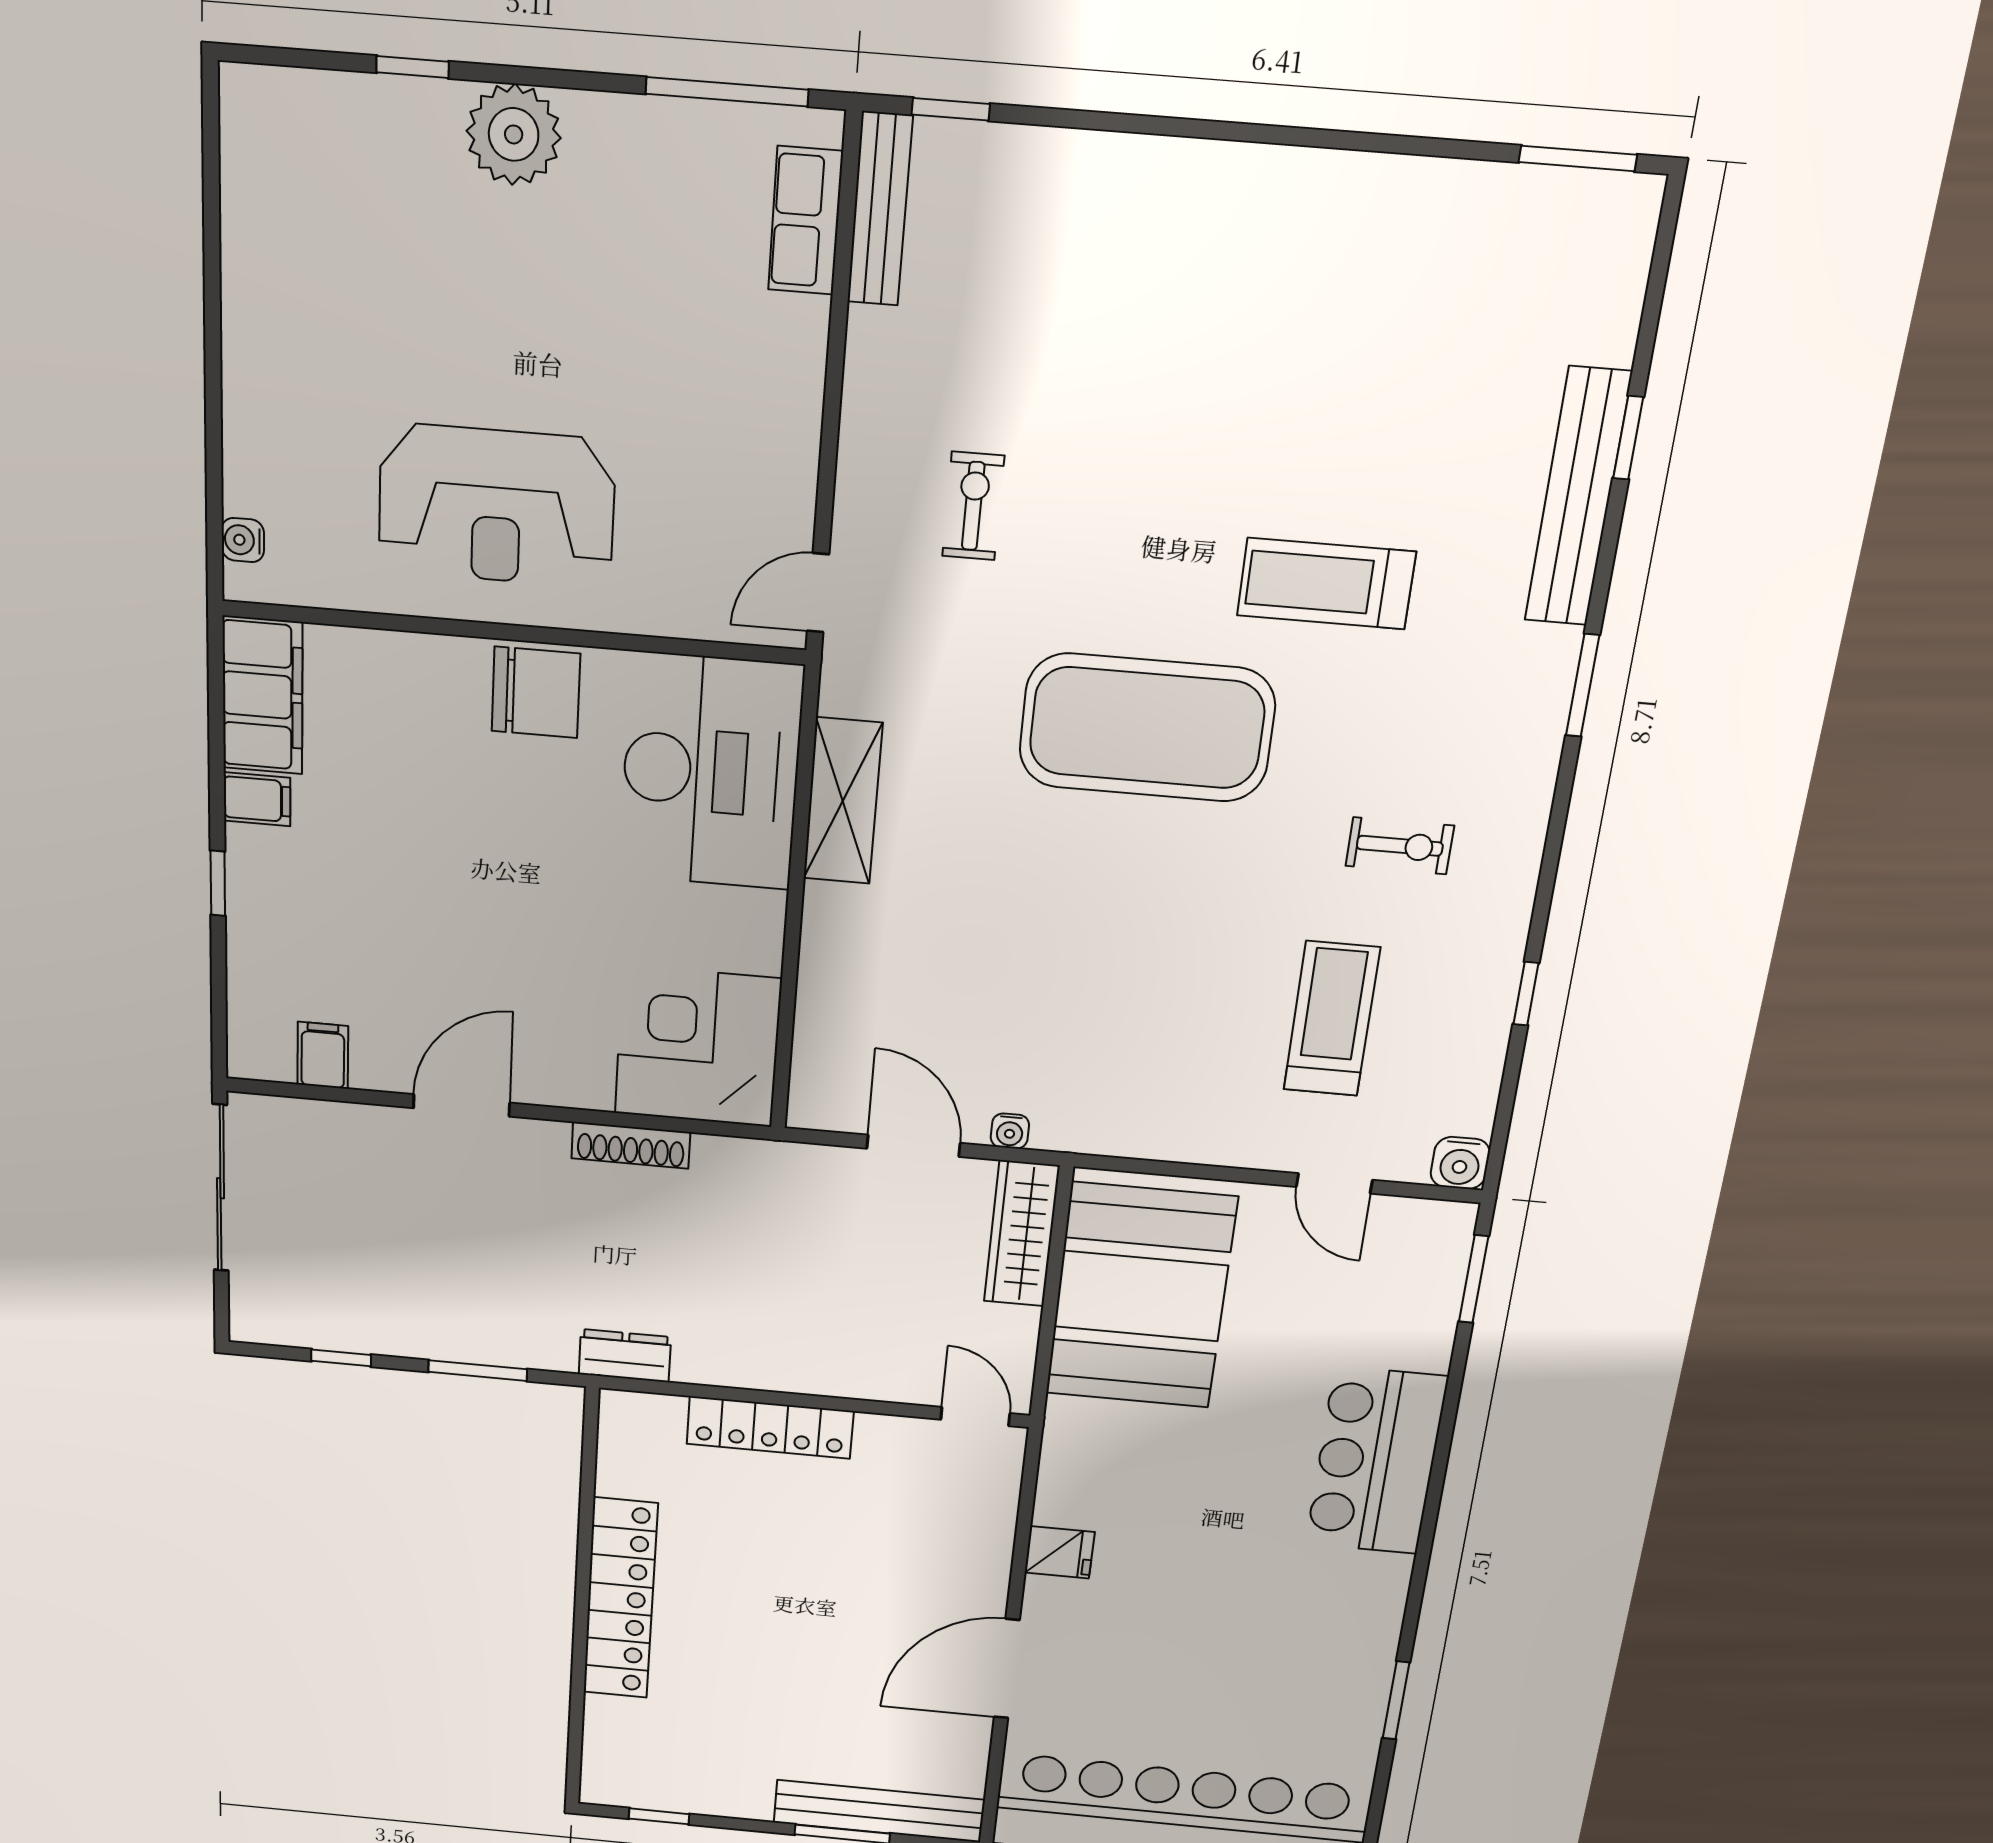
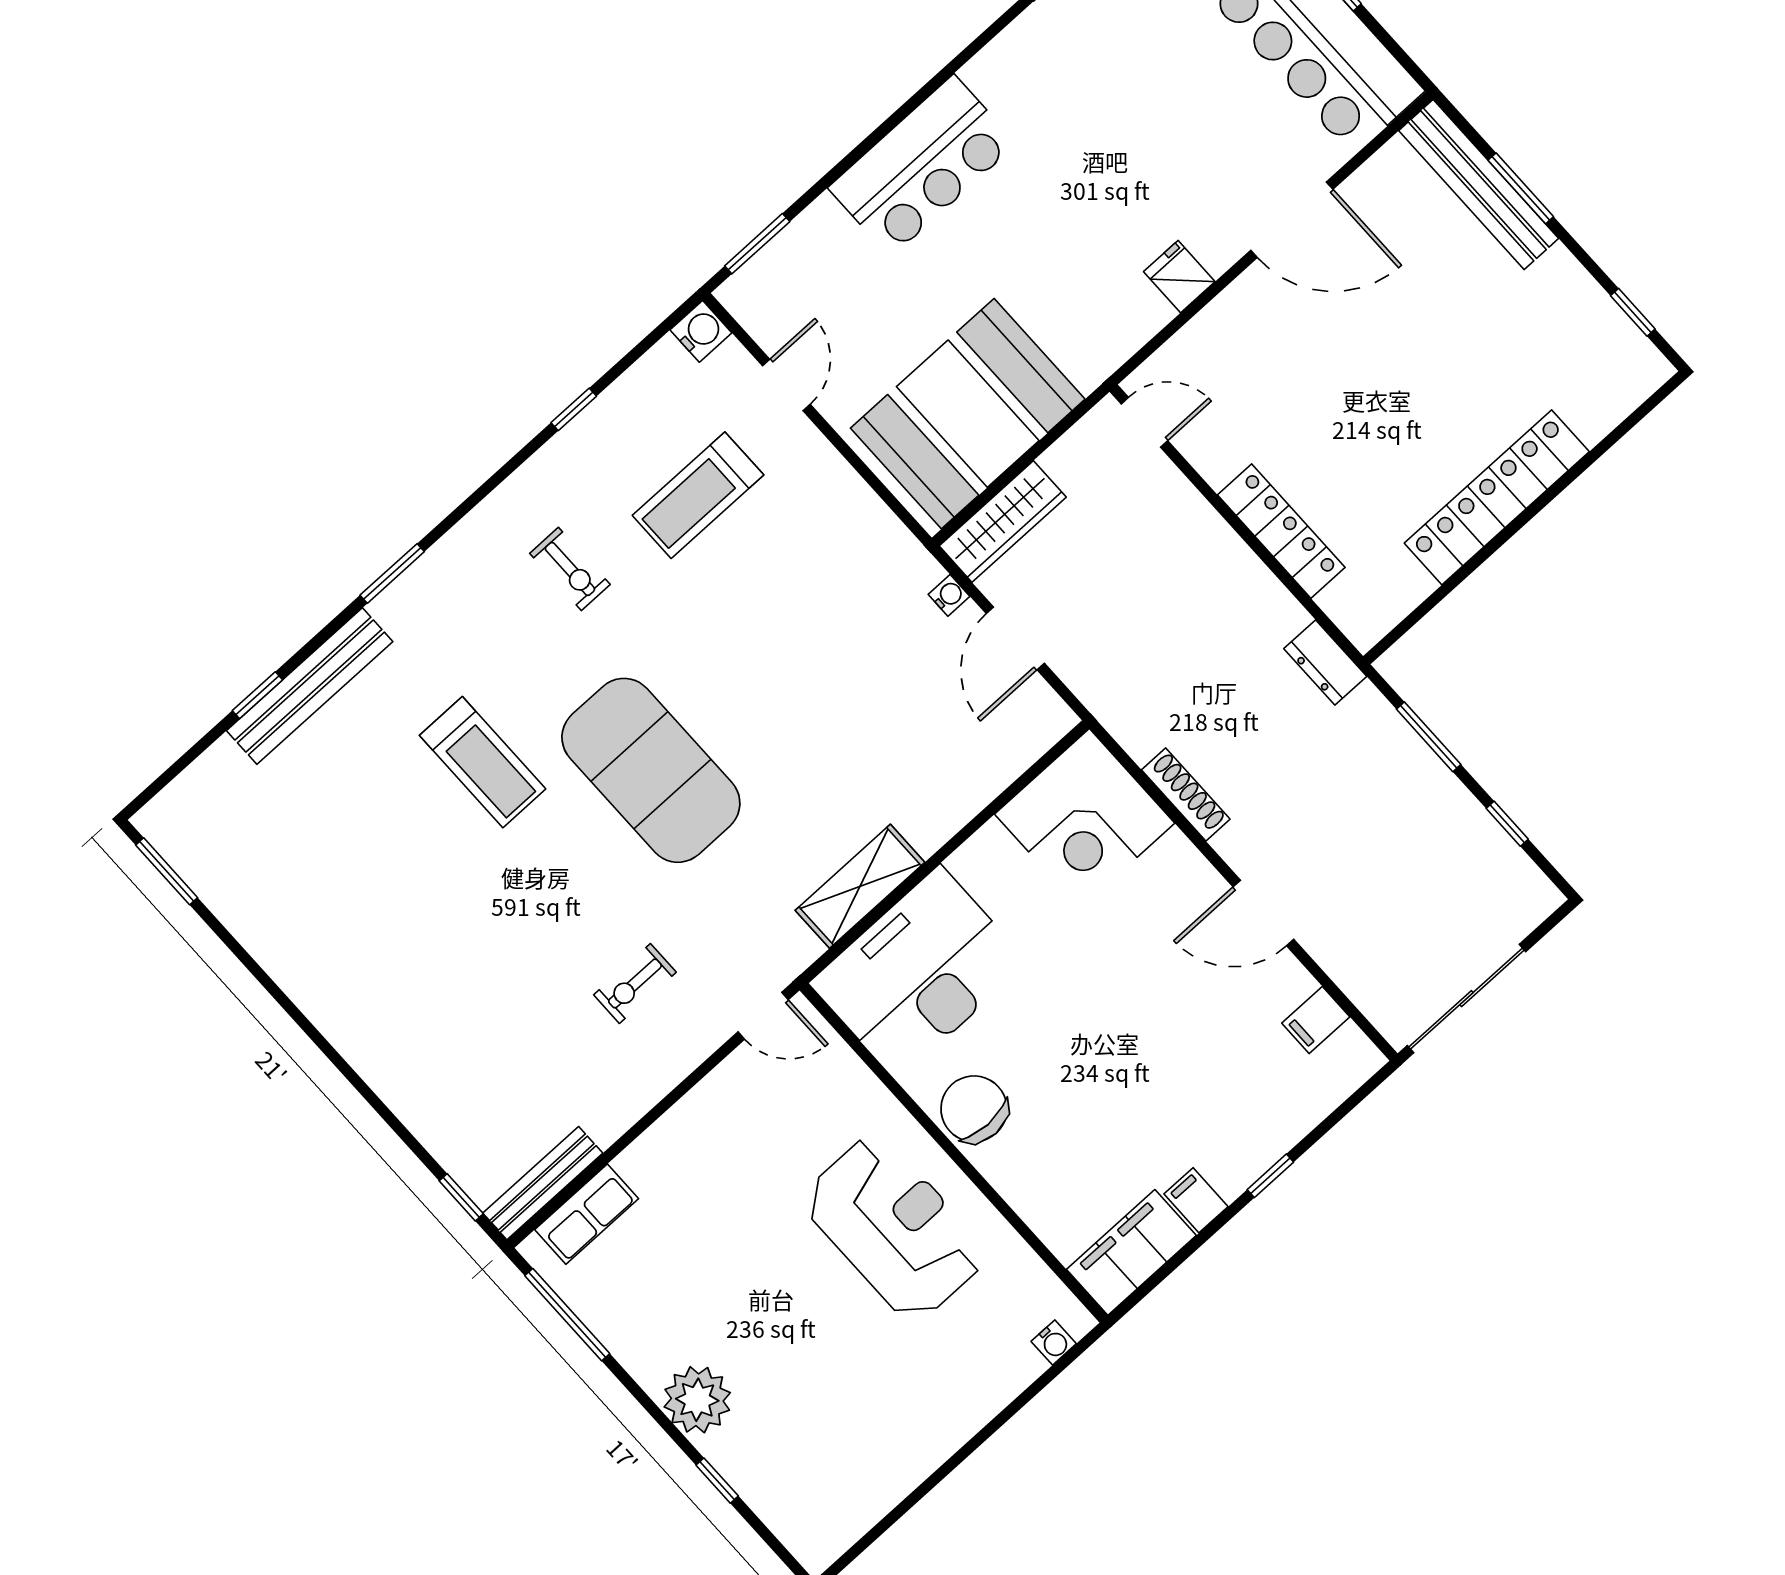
exercise bike: (1400, 846) -> (570, 569), turned 180
door: (975, 1416) -> (1144, 422), swing flipped

